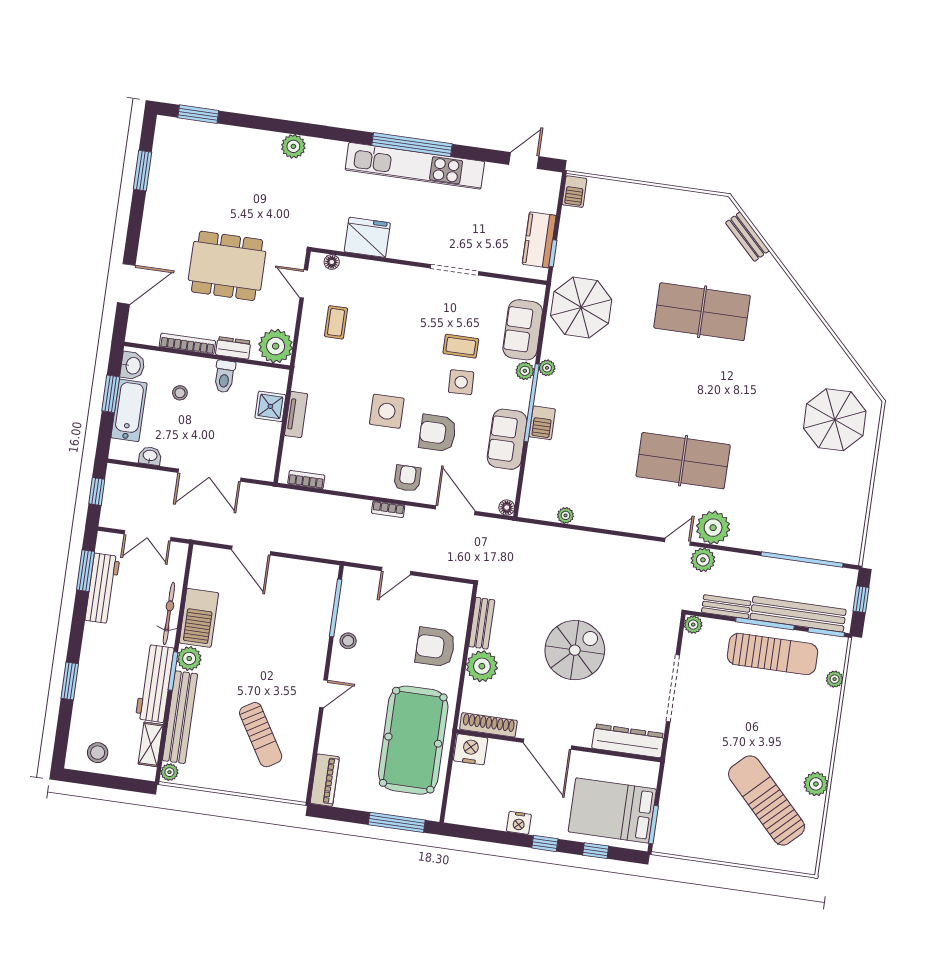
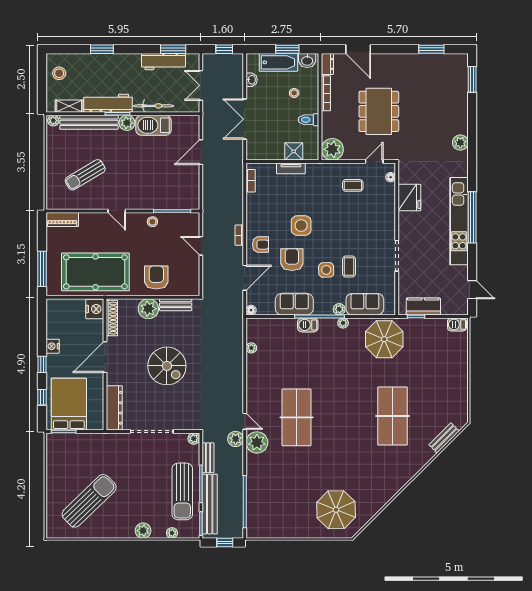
dresser: (233, 348) -> (327, 64), moved
plant: (816, 784) -> (143, 531), moved

